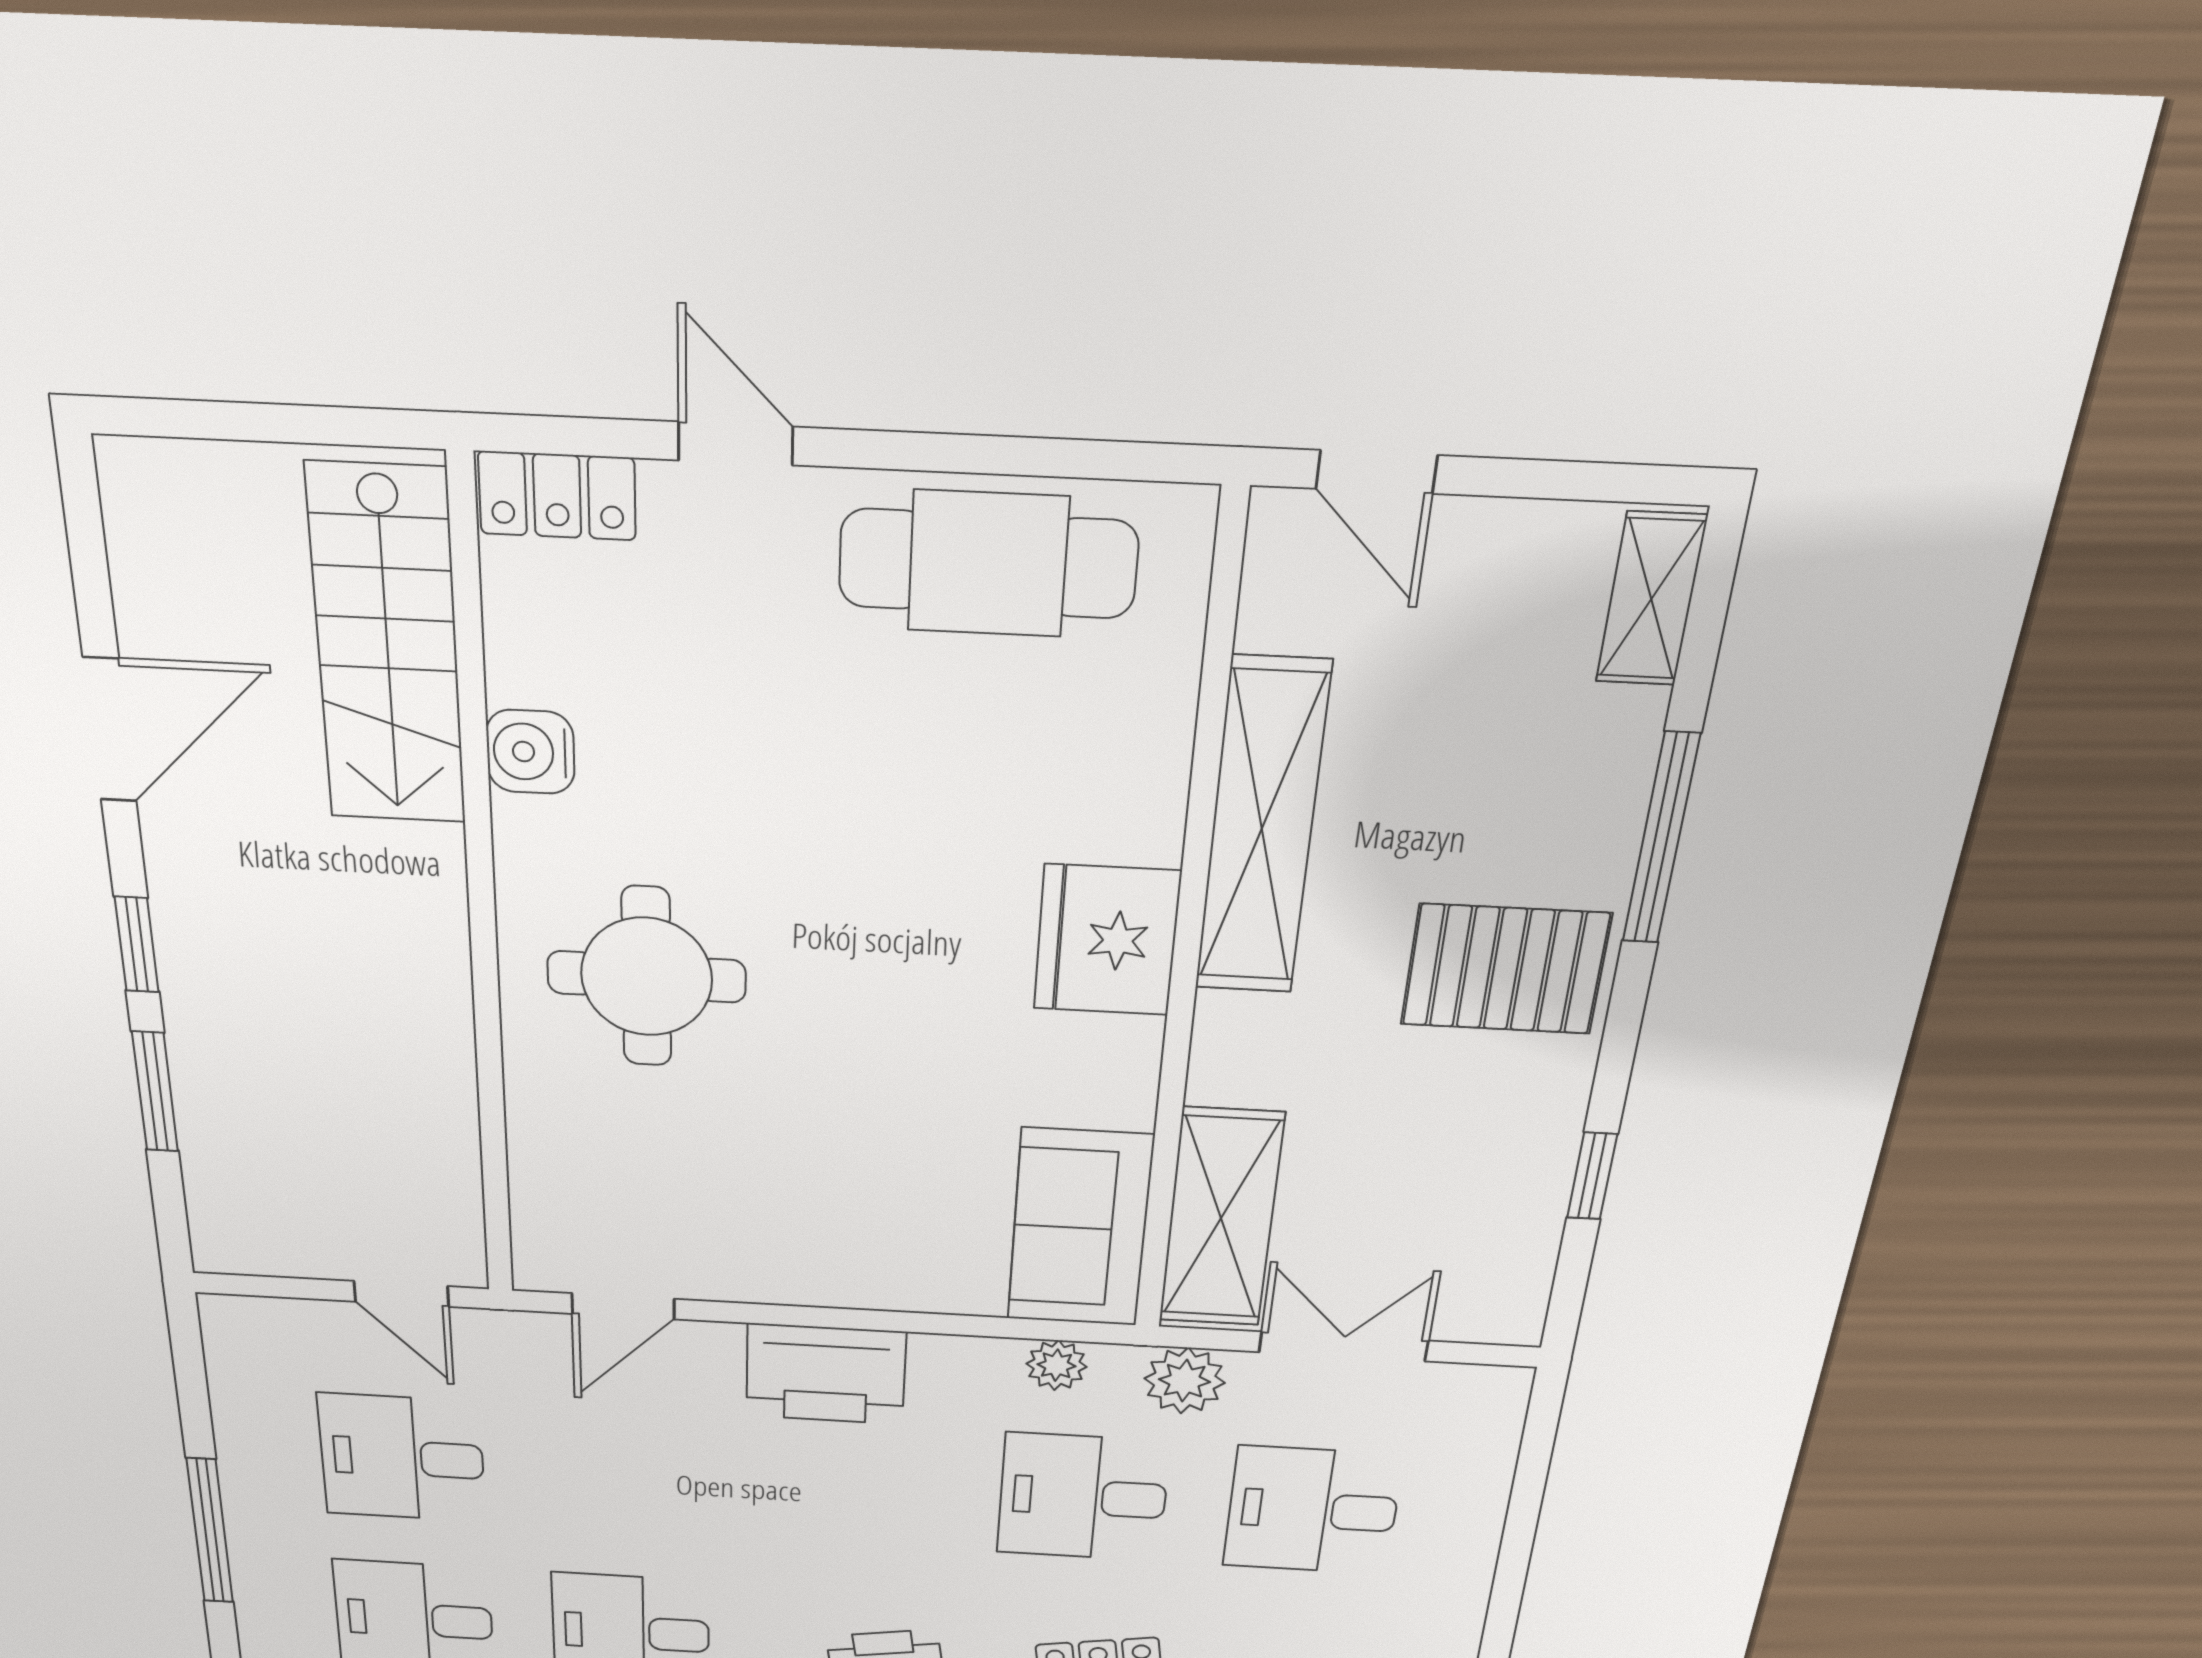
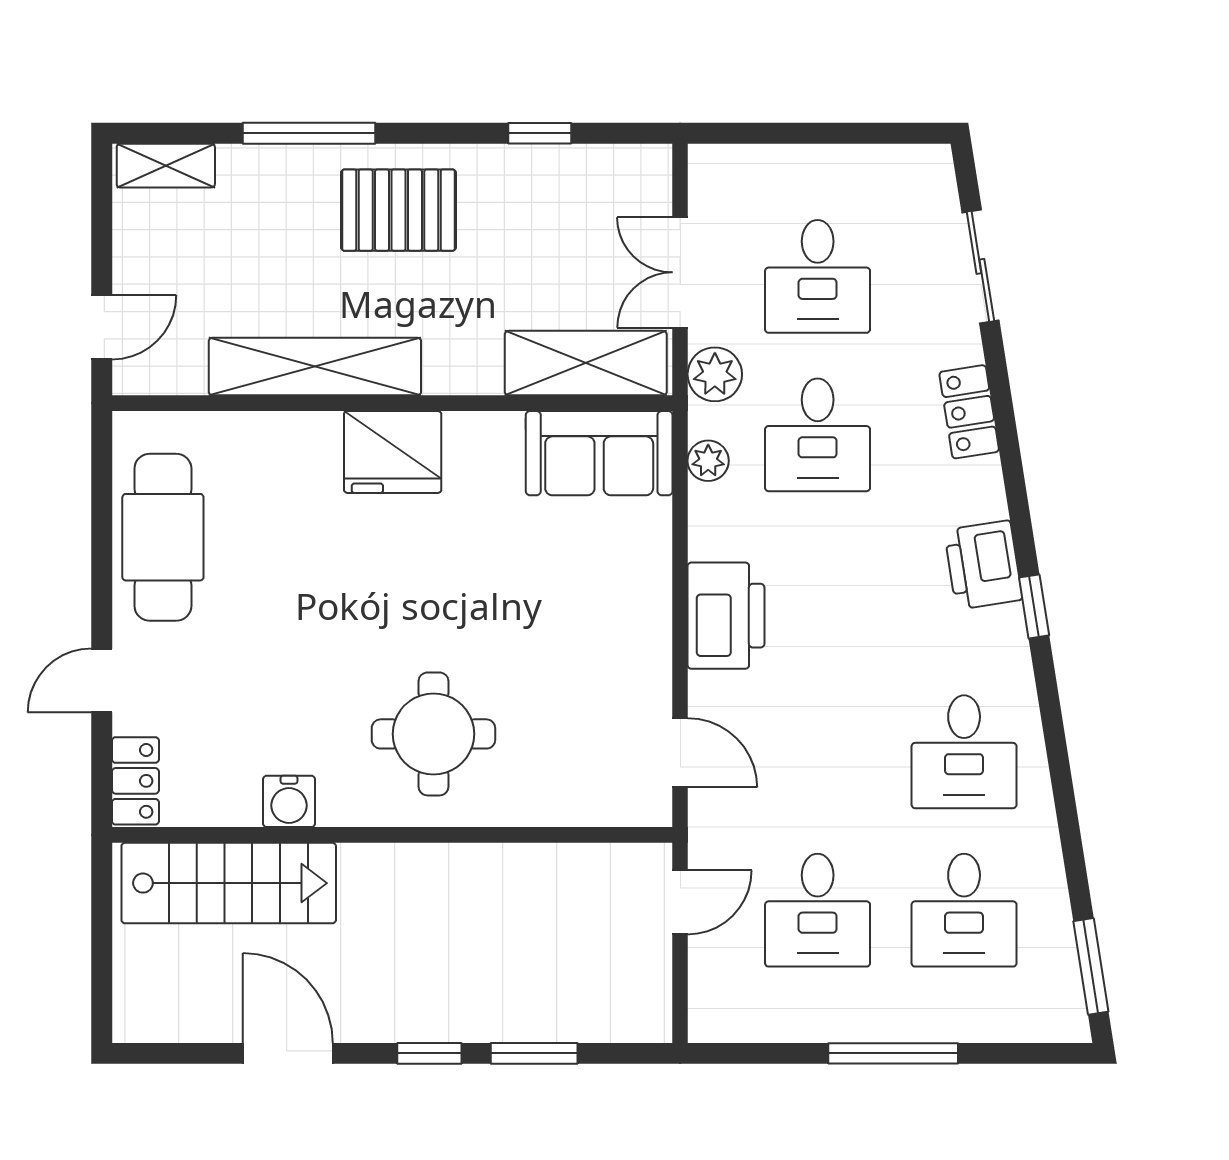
pallet: (1505, 969) -> (398, 210), turned 90

